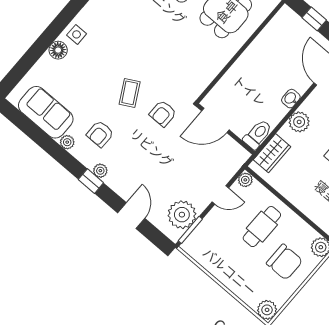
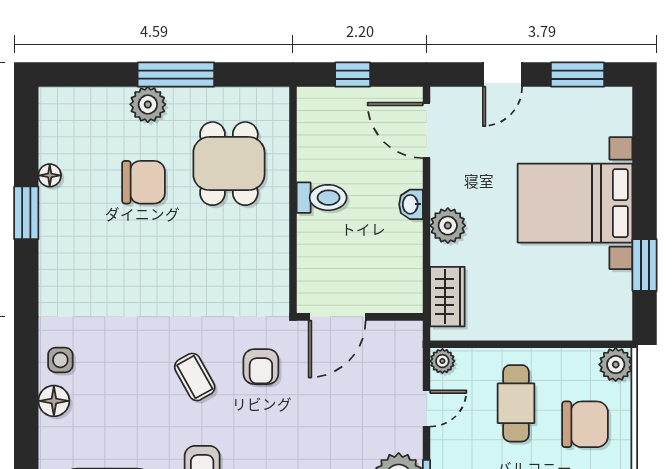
toilet: (258, 134) -> (322, 198), moved, turned 90

